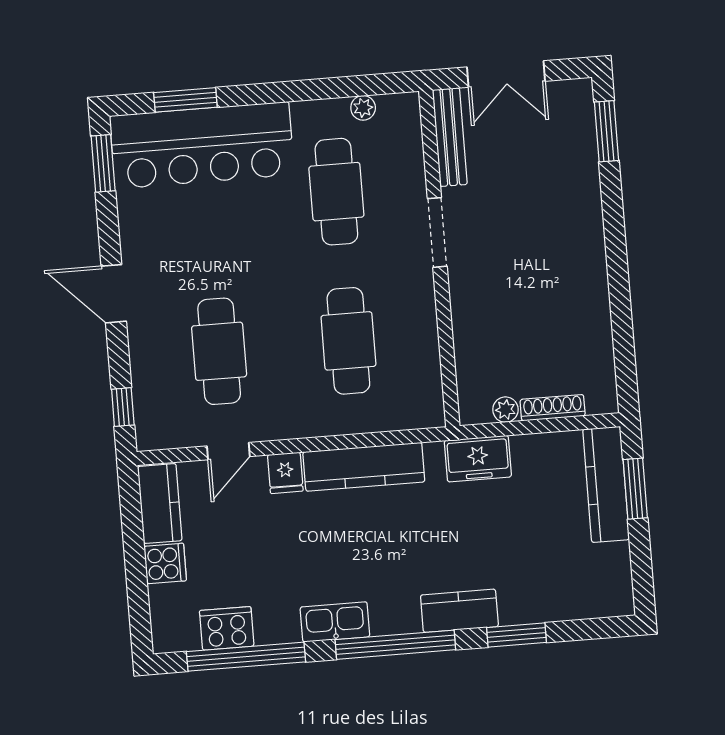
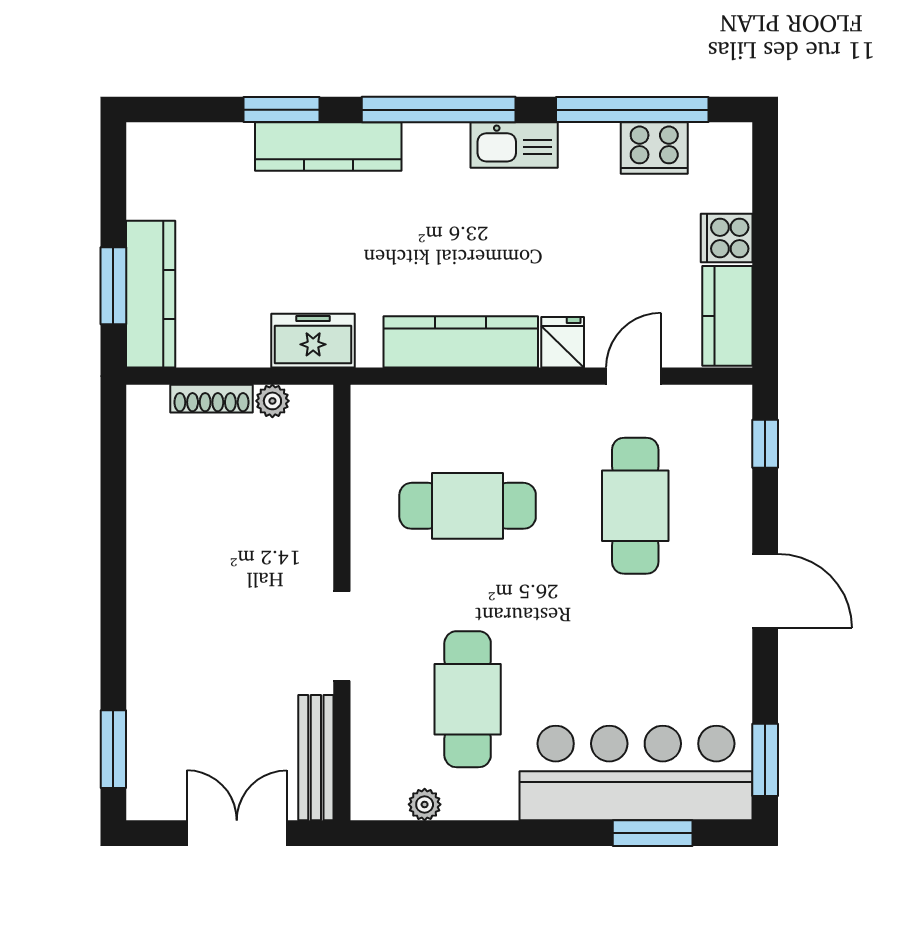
cafe table: (348, 341) -> (468, 506), turned 90
kitchen counter: (459, 611) -> (328, 147), width x1.50

